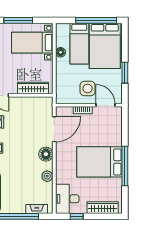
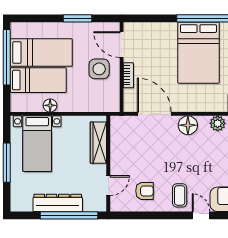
bed: (105, 46) -> (41, 53), width x0.67
door: (106, 105) -> (122, 45), hinge flipped

